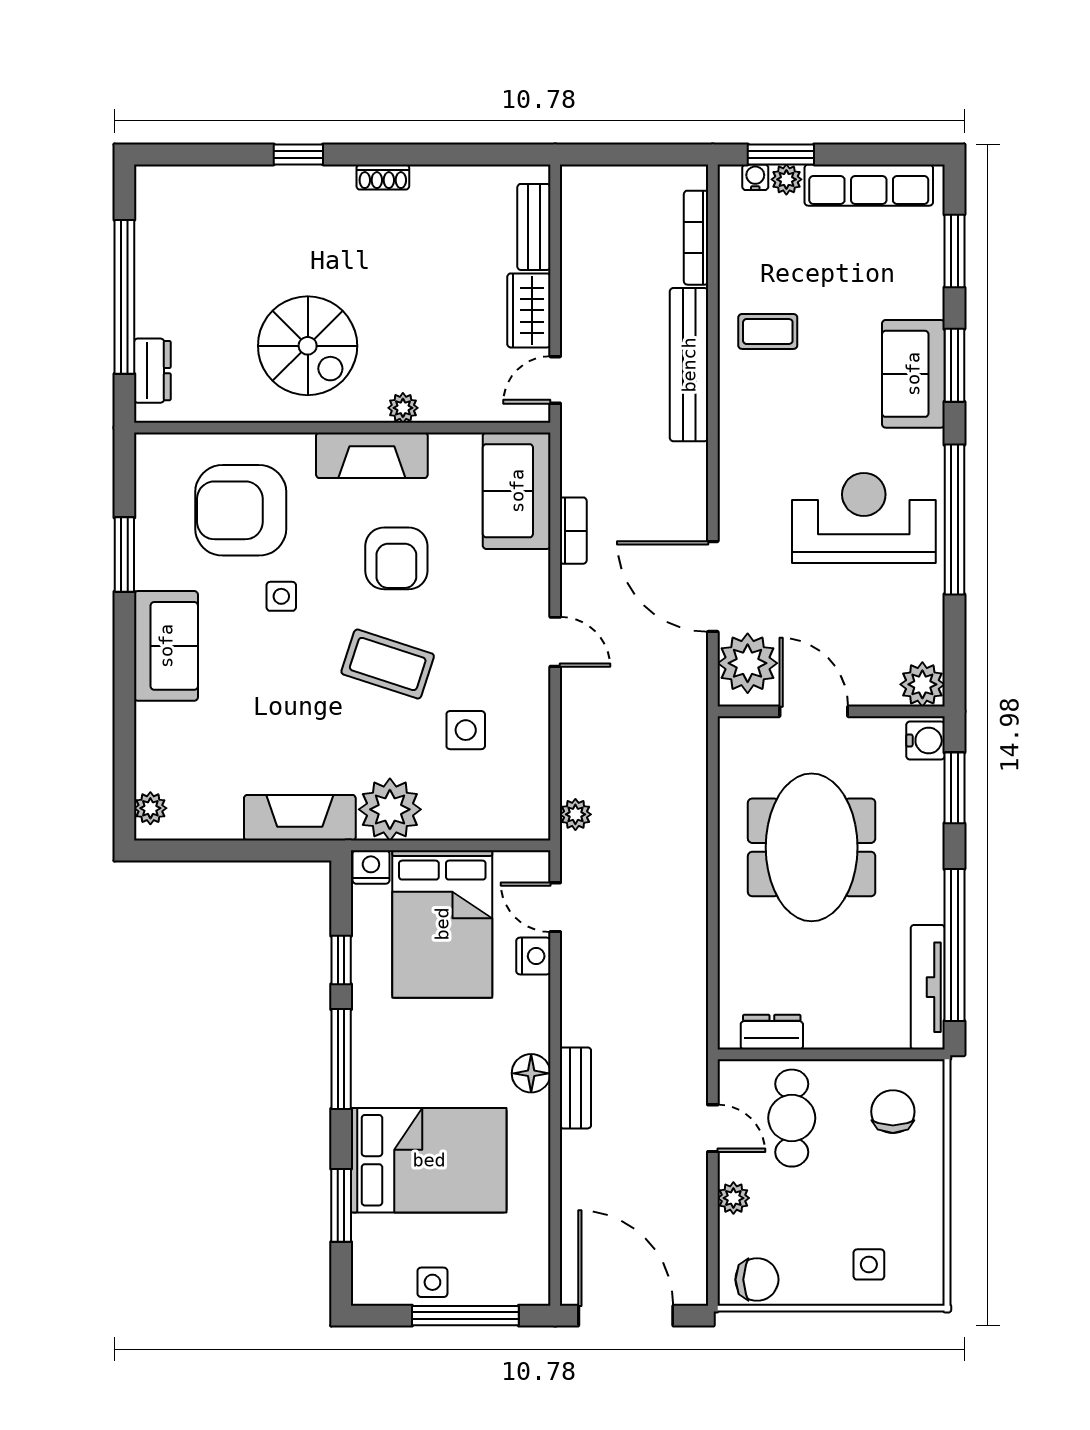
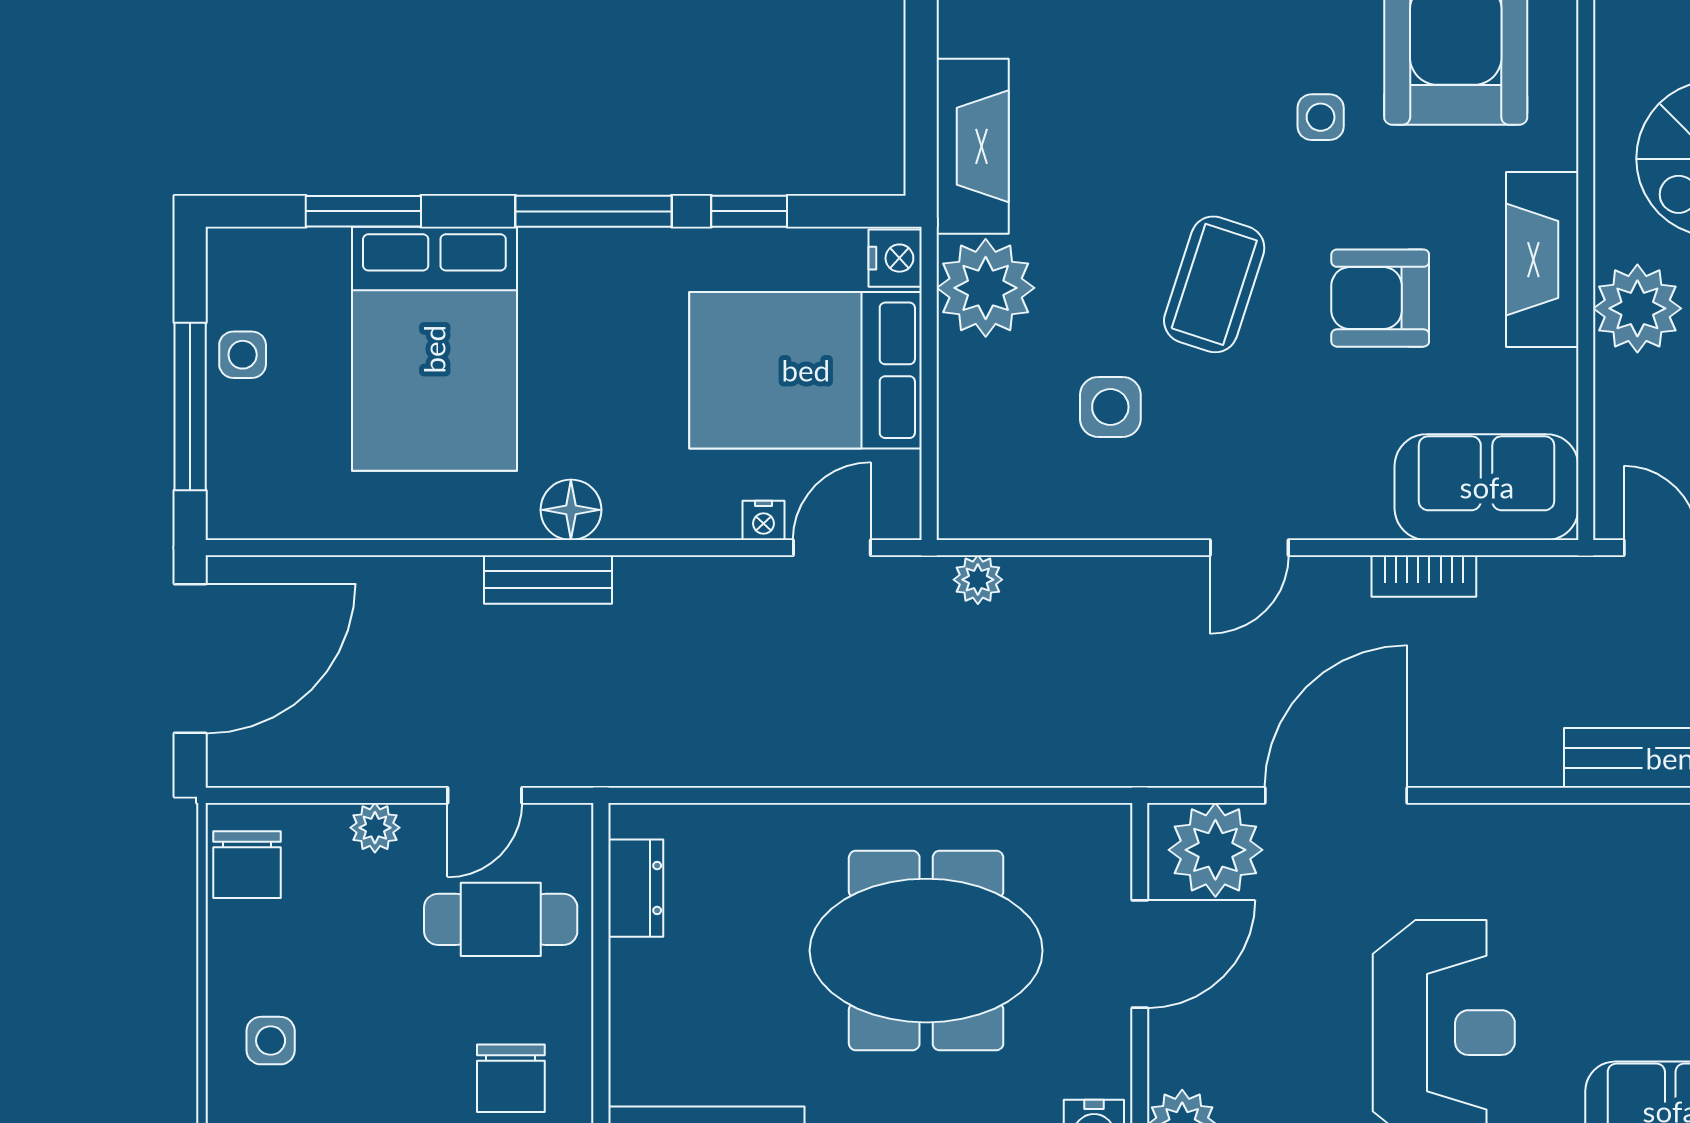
plant: (403, 408) -> (1637, 308), width x1.88, depth x1.88
nightstand: (533, 956) -> (763, 520), width x0.72, depth x0.74
chair: (893, 1112) -> (511, 1078), turned 90

